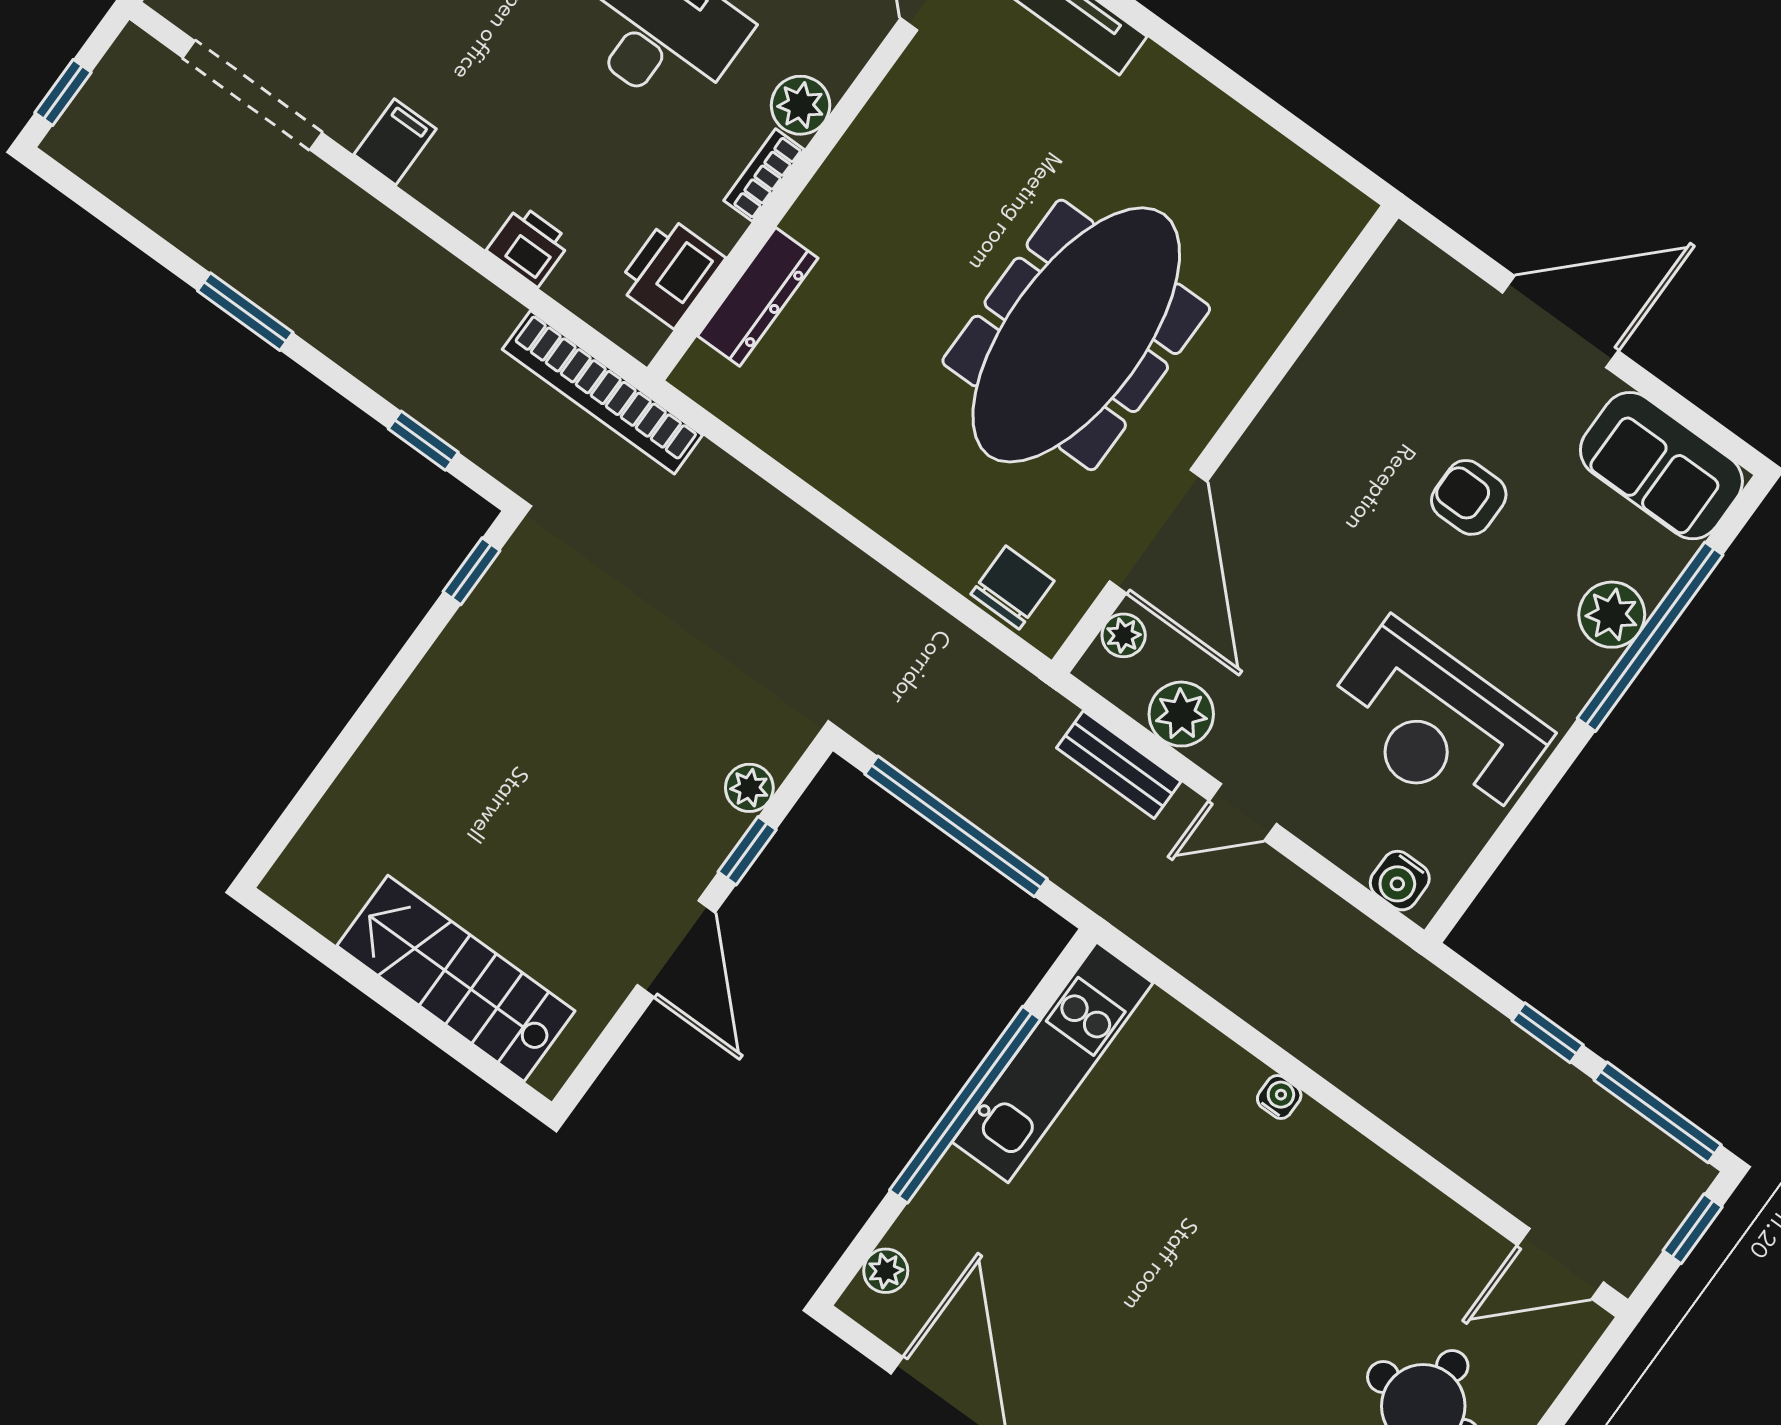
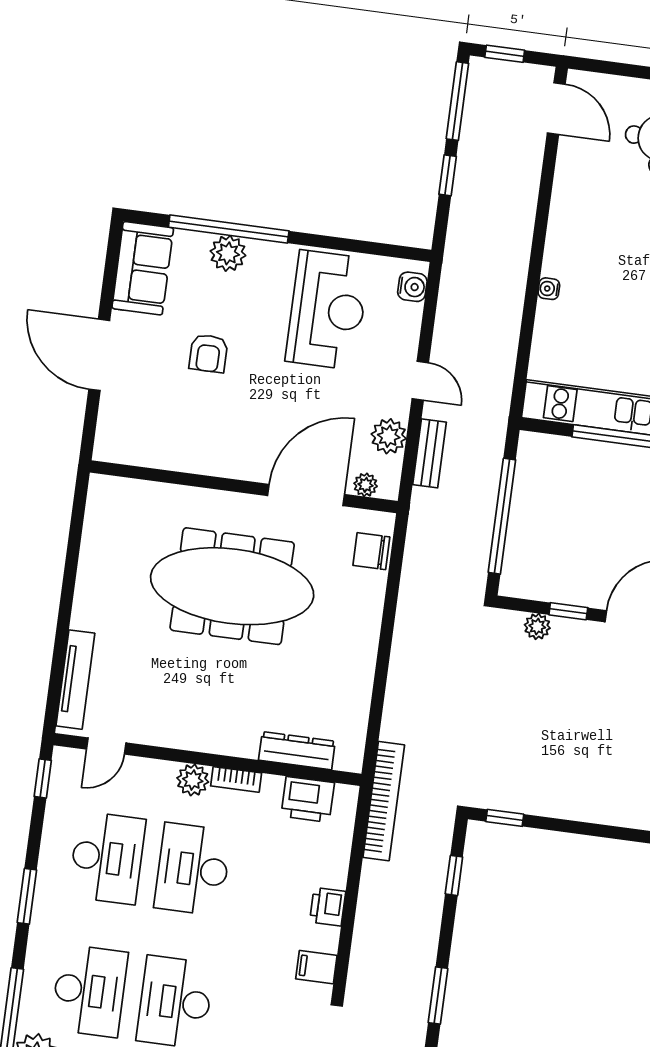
printer: (529, 246) -> (328, 907), moved

